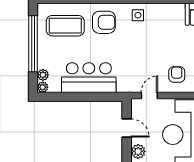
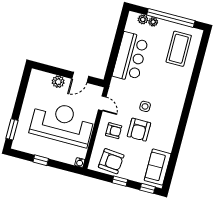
side table: (138, 15) -> (145, 106), moved
armchair: (104, 22) -> (139, 130), moved
plant: (43, 87) -> (153, 22), moved

